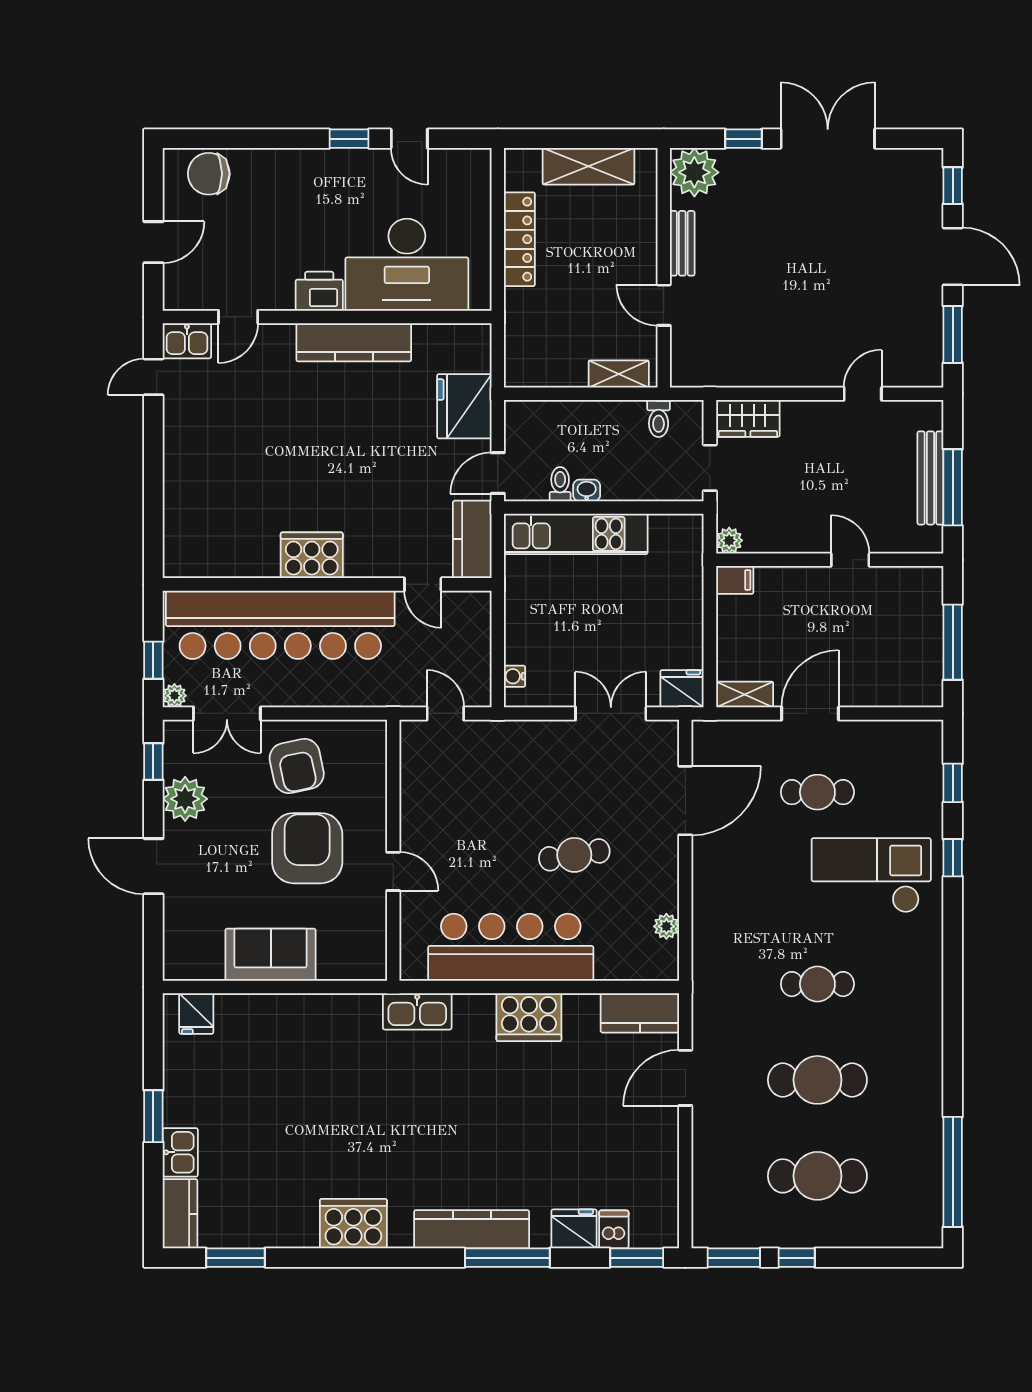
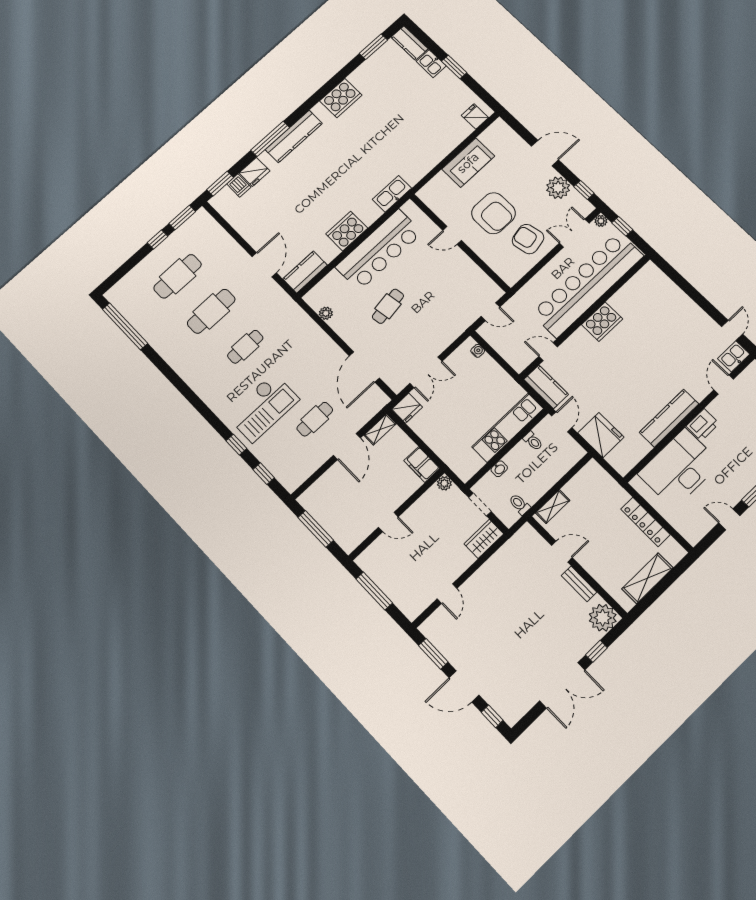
bench: (930, 478) -> (387, 586), removed
washbasin: (587, 490) -> (499, 469), moved
filing cabinet: (735, 580) -> (422, 464), width x2.00

